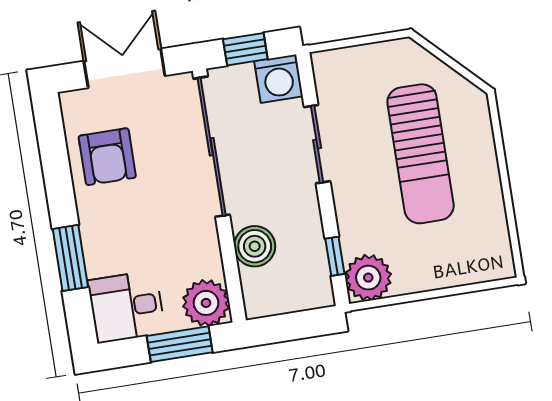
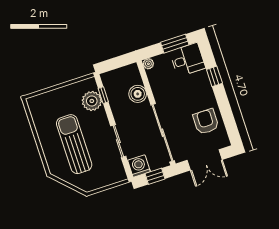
window: (70, 258) -> (214, 76), width x0.67
plant: (368, 278) -> (92, 101), moved
plant: (206, 303) -> (148, 64), width x0.53, depth x0.53
window: (180, 344) -> (175, 44), moved

